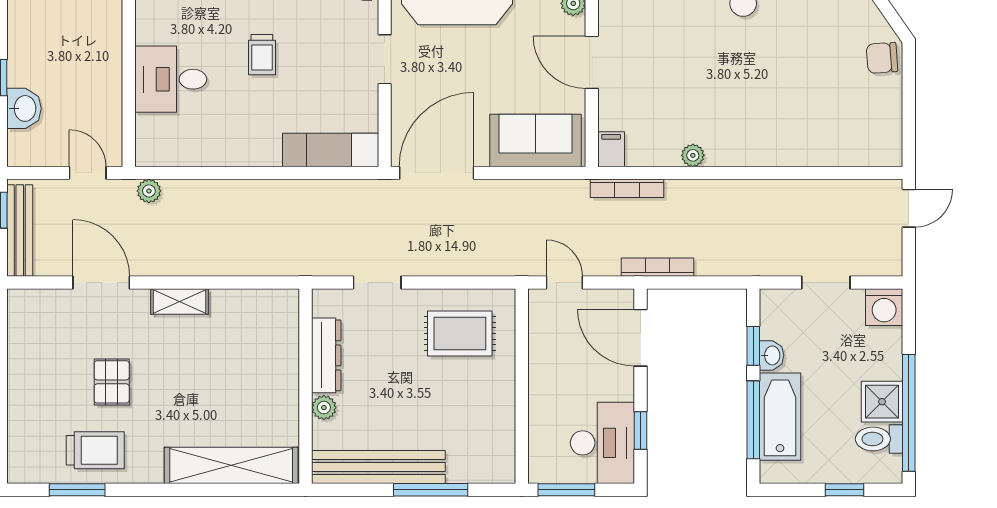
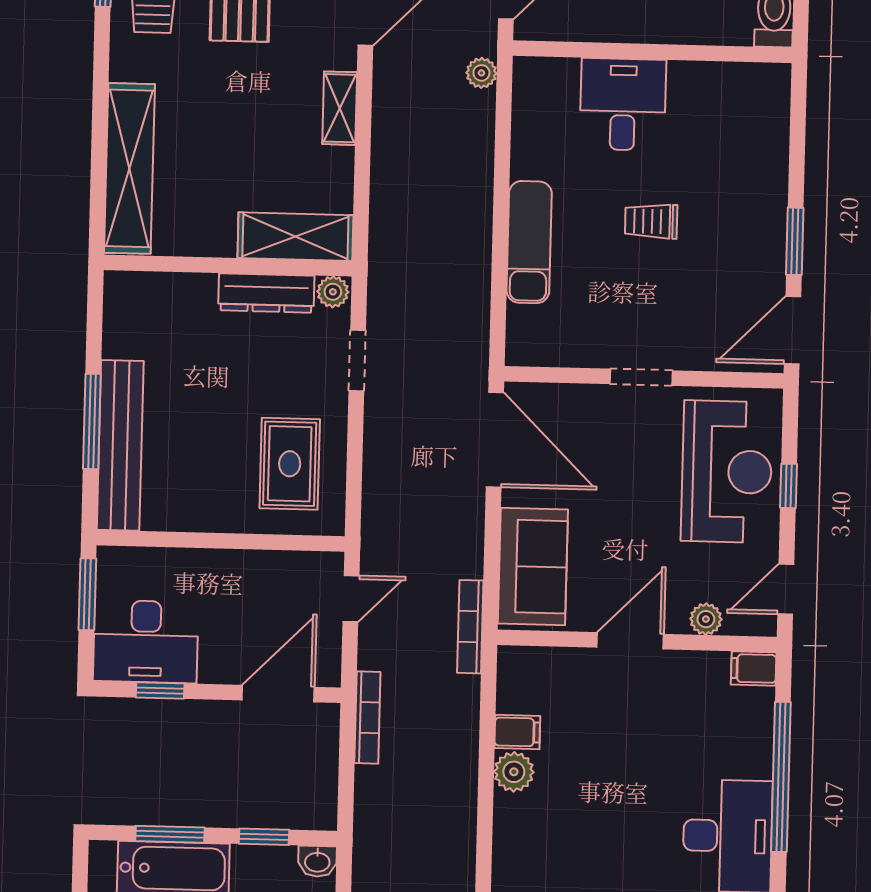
filing cabinet: (611, 149) -> (517, 732), moved
exam couch: (331, 150) -> (529, 242), moved
plant: (693, 155) -> (514, 772), width x1.38, depth x1.38
bookcase: (627, 188) -> (470, 627), moved
shelving: (281, 334) -> (295, 237), added
washbasin: (771, 355) -> (317, 861), moved
plant: (324, 408) -> (333, 292), moved
window: (753, 420) -> (170, 834), width x0.69
bench: (378, 467) -> (120, 445), moved

